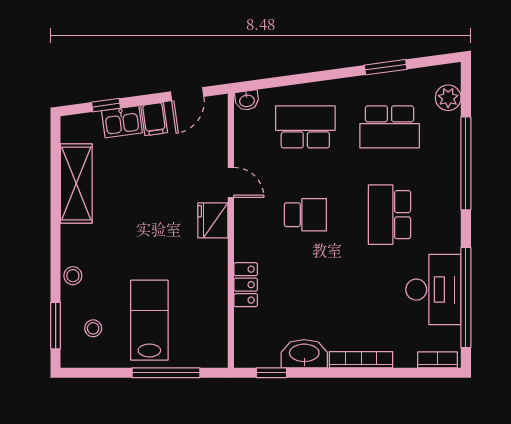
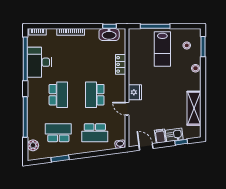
door: (187, 94) -> (146, 147), hinge flipped
school desk: (305, 215) -> (95, 95), width x1.85
washbasin: (304, 354) -> (109, 34), moved

